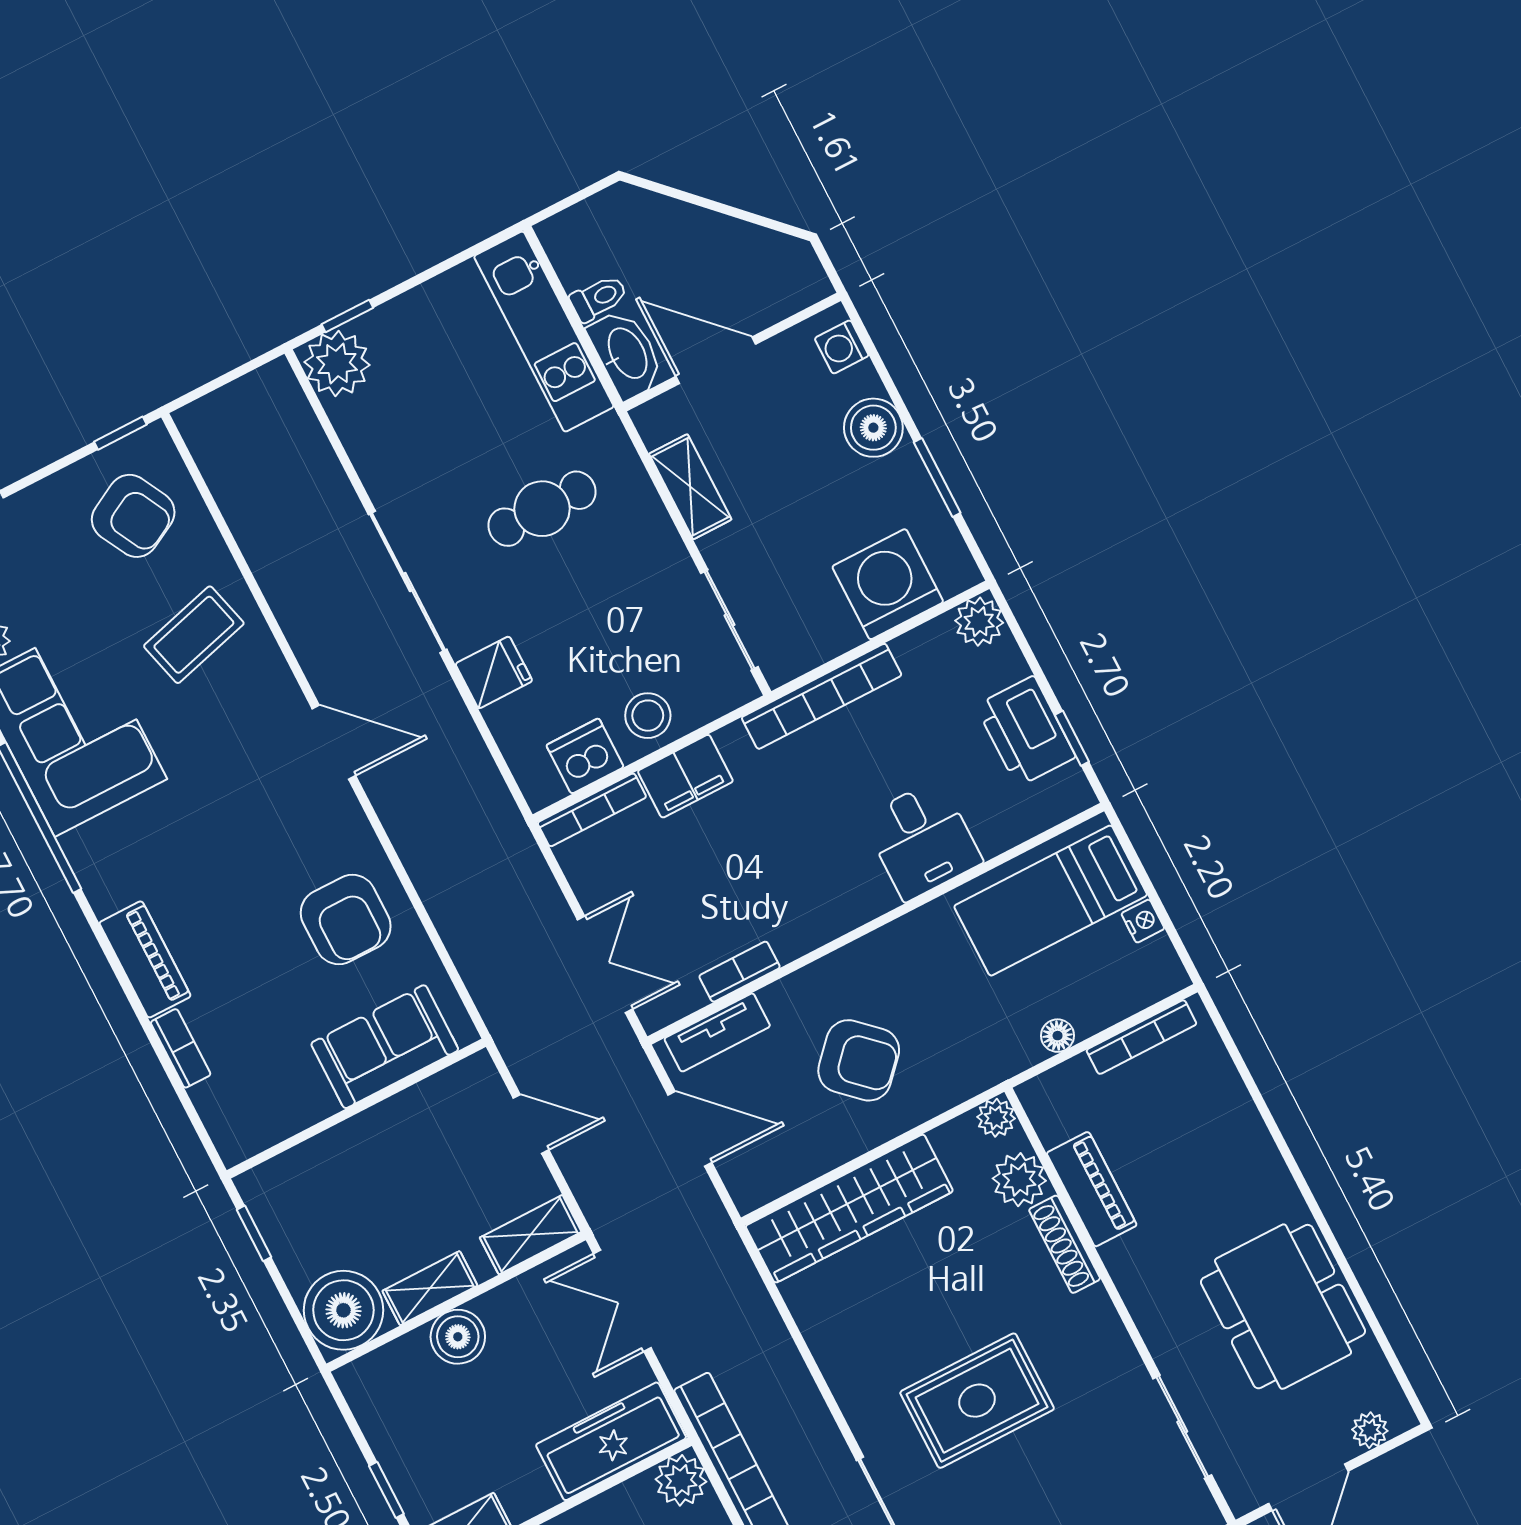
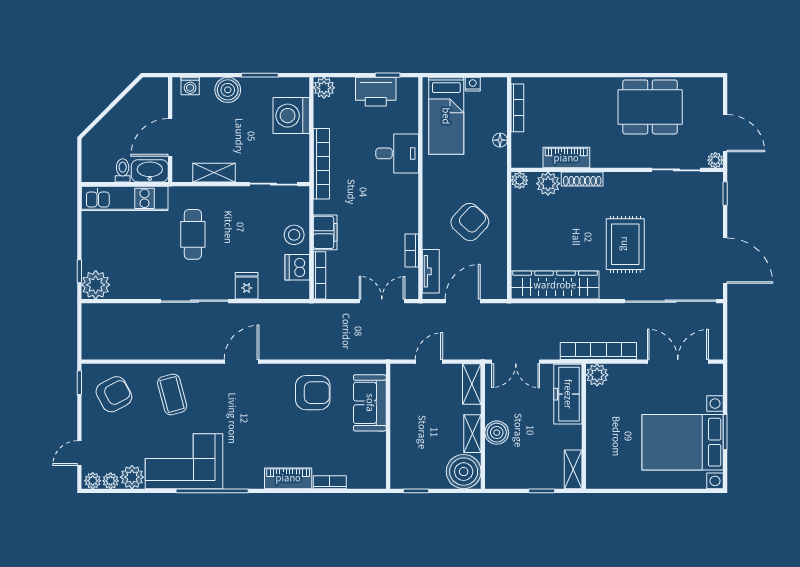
wardrobe: (849, 1209) -> (555, 285), moved, turned -90
plant: (1370, 1430) -> (715, 160), moved

